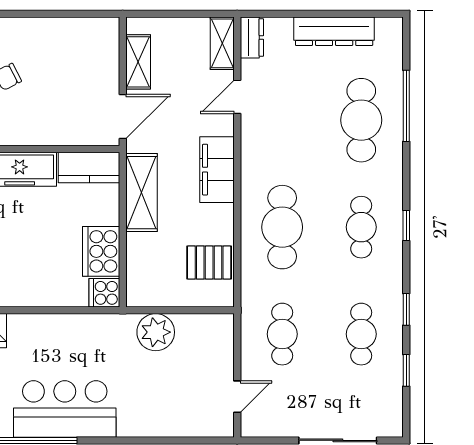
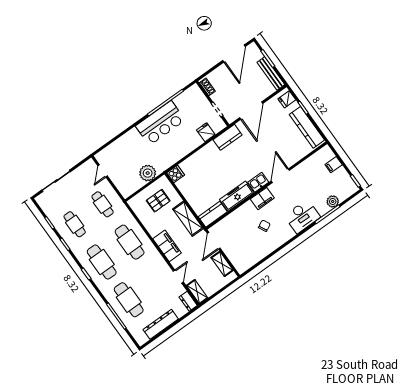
cafe table: (361, 227) -> (102, 262), width x1.37, depth x1.35
cooker: (101, 251) -> (187, 188), removed
pallet: (209, 263) -> (158, 201), moved

